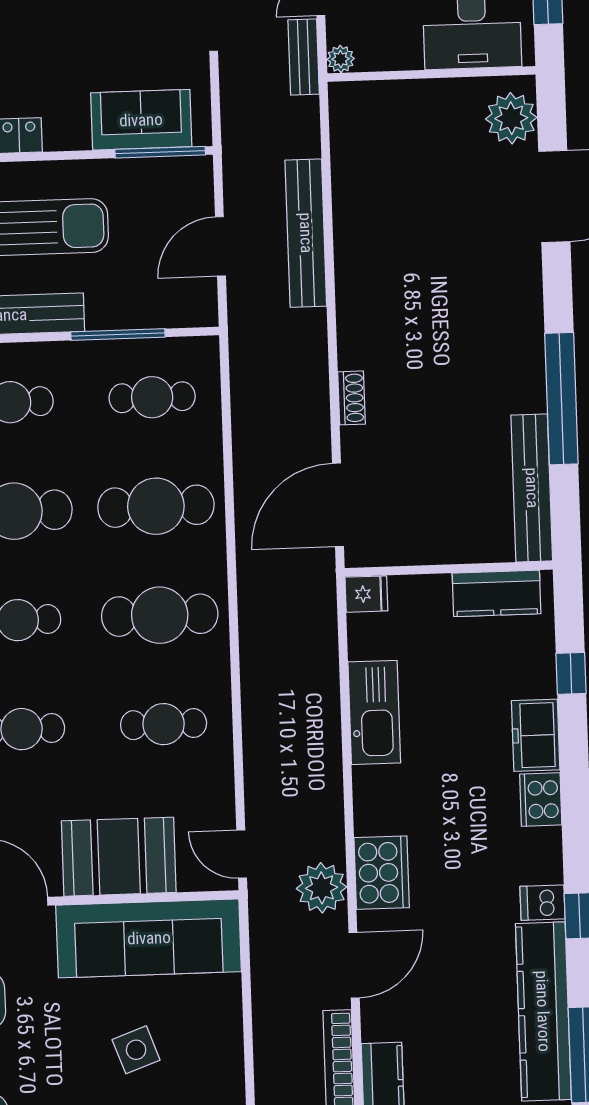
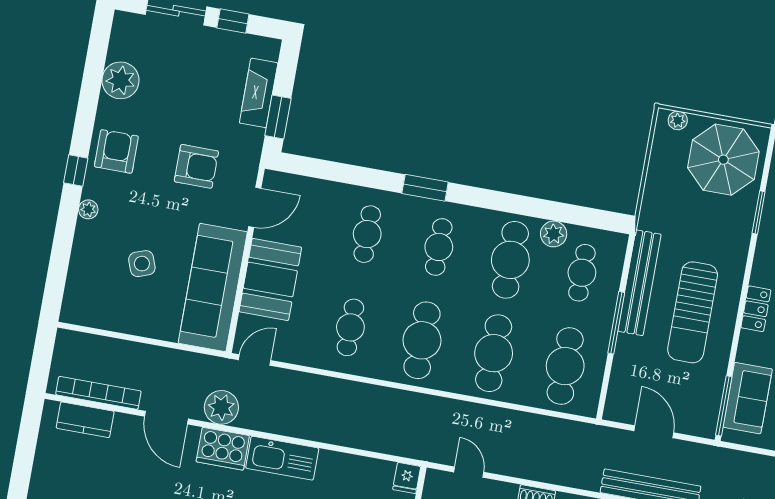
window: (118, 334) -> (616, 323), moved
cafe table: (152, 397) -> (565, 366), width x1.37, depth x1.35
door: (338, 505) -> (469, 472), width x0.53
kitchen sink: (374, 712) -> (282, 458), moved

